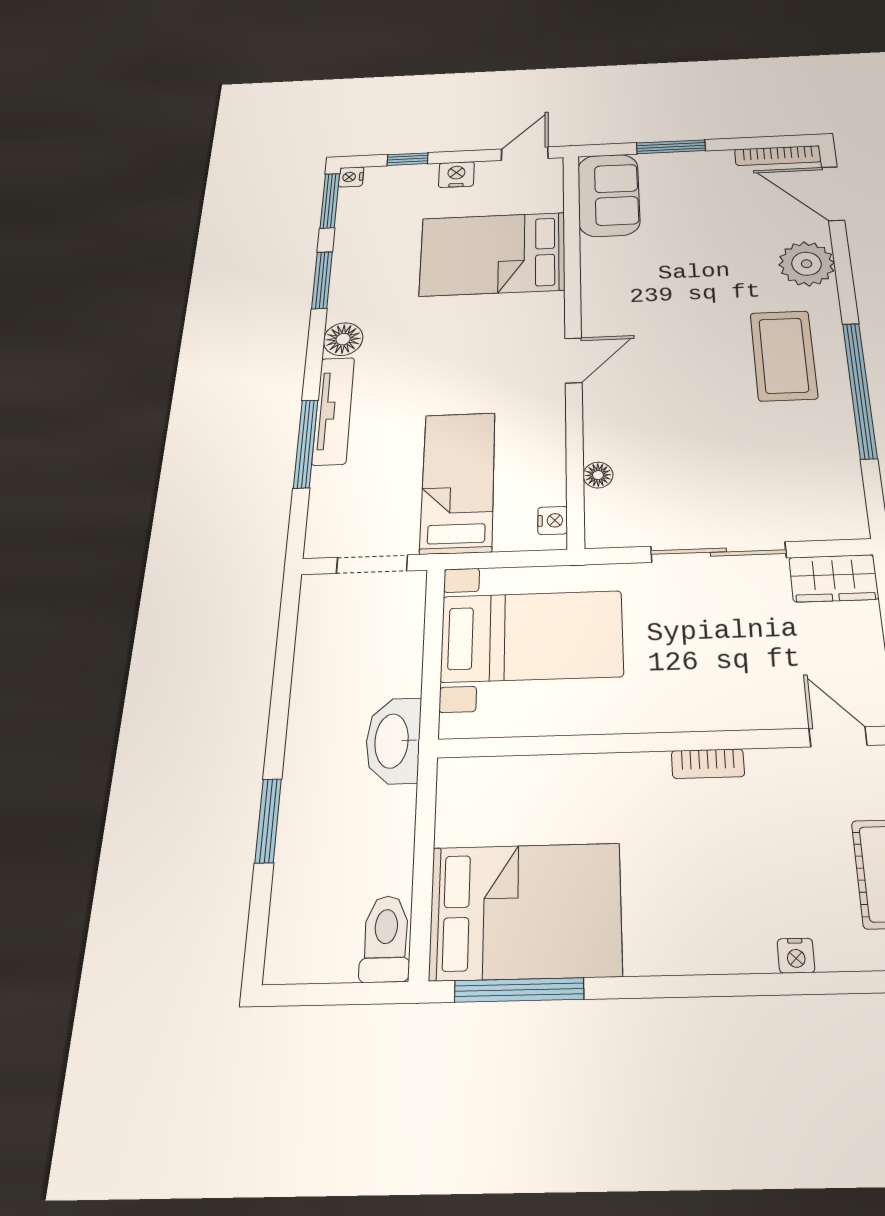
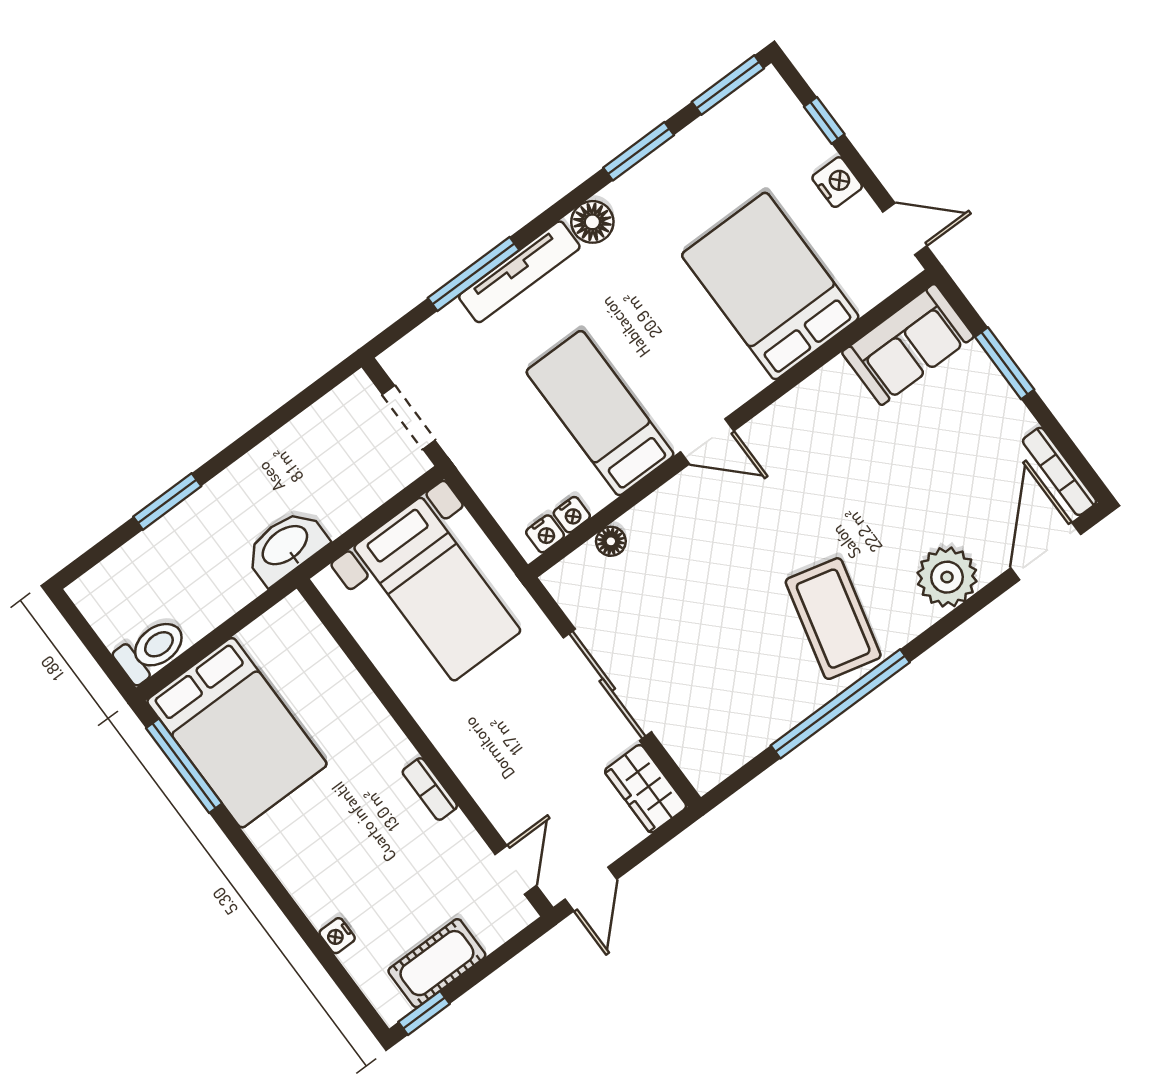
nightstand: (351, 177) -> (572, 515), moved, turned 180
coffee table: (784, 355) -> (833, 619), turned -76
bed: (458, 482) -> (600, 413), moved, turned -90

